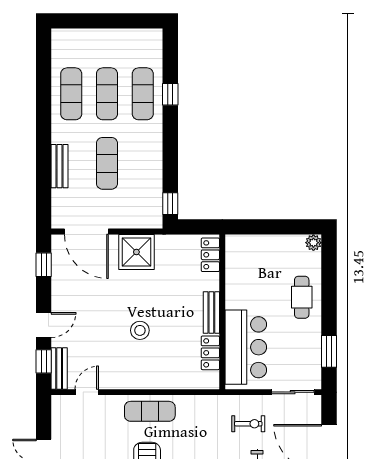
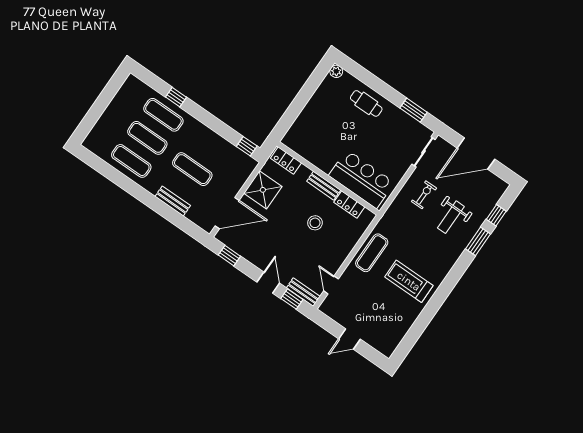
locker: (210, 255) -> (286, 160), moved
bench: (211, 312) -> (324, 186), moved
wall: (222, 312) -> (328, 178), moved
bar counter: (246, 347) -> (362, 179), moved
locker: (210, 353) -> (349, 205), moved

